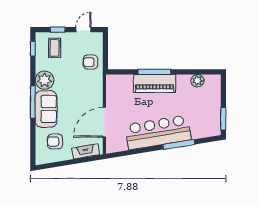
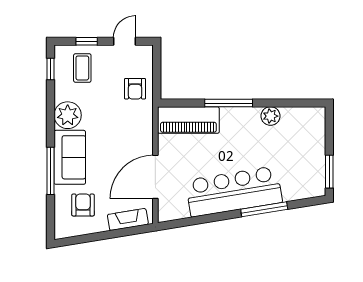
armchair: (91, 62) -> (135, 89), turned -90
plant: (197, 81) -> (271, 116), moved
piano: (155, 83) -> (188, 120), moved
window: (33, 102) -> (50, 171), moved
armchair: (55, 141) -> (83, 205), turned 90

